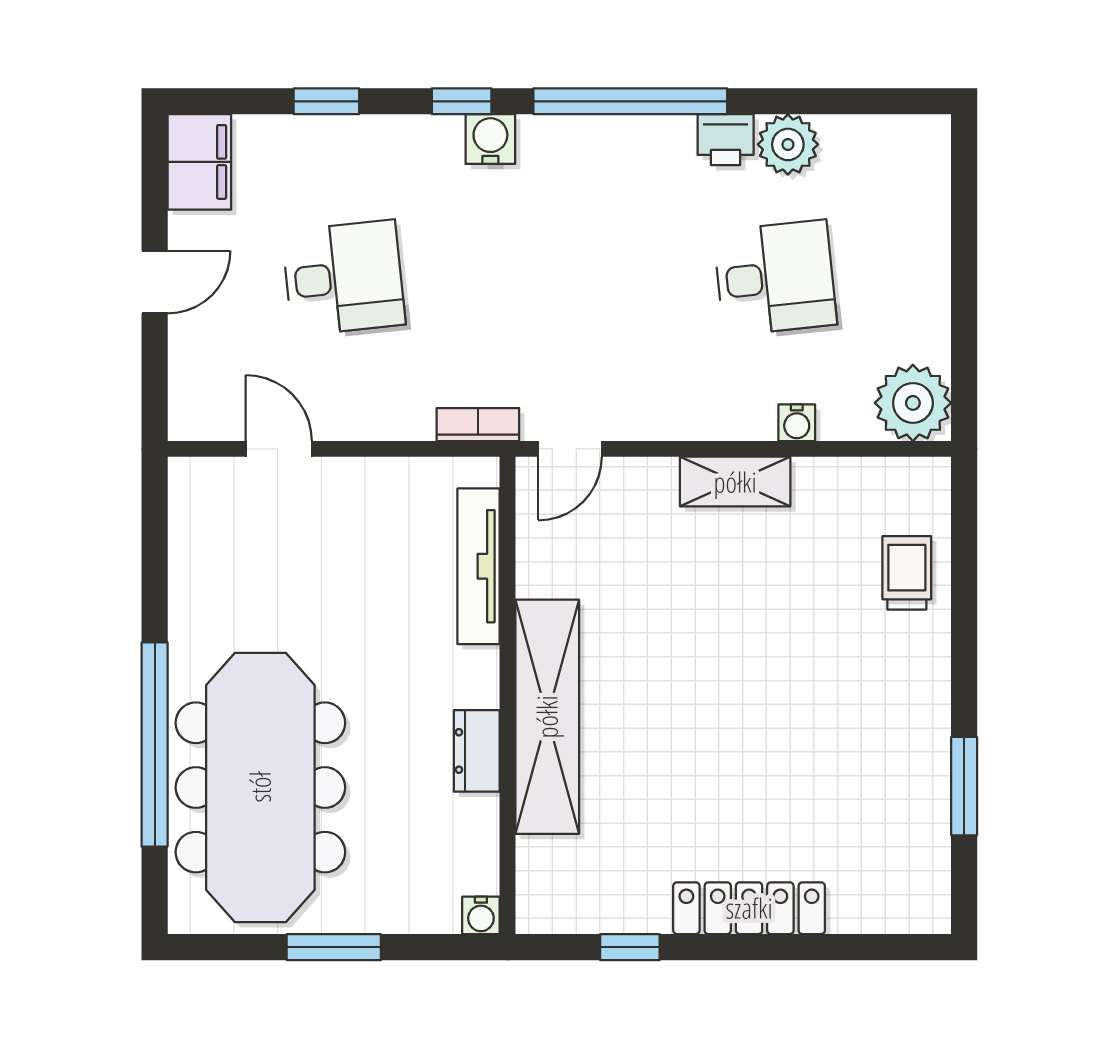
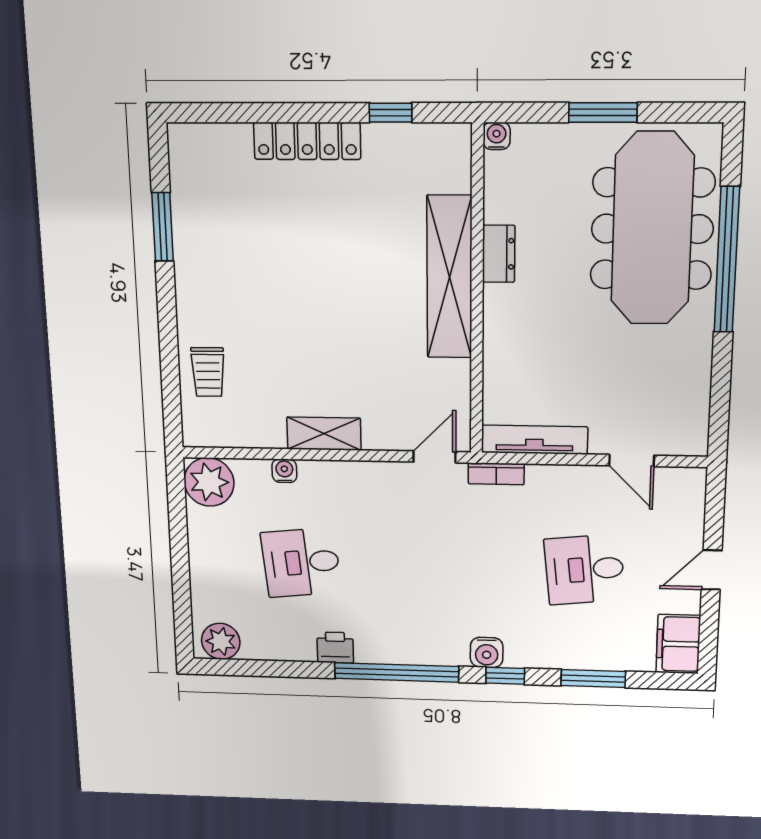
window: (326, 101) -> (593, 678), width x1.50
plant: (788, 144) -> (221, 641), moved
tv unit: (479, 566) -> (534, 440), moved, turned -90

